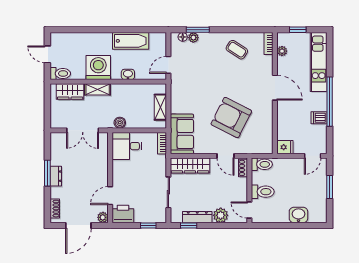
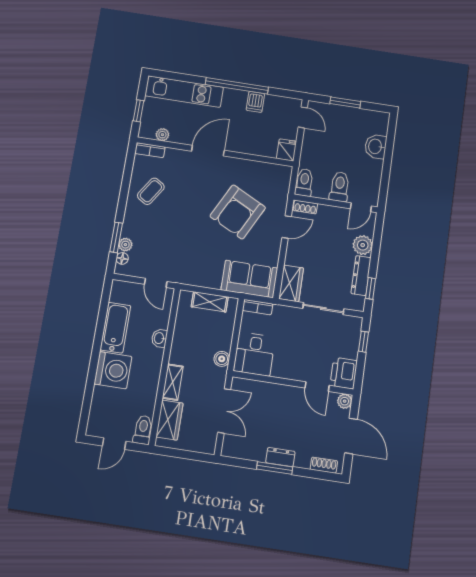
washing machine: (98, 68) -> (113, 370), moved, turned 180
wardrobe: (190, 166) -> (291, 283), width x0.67

